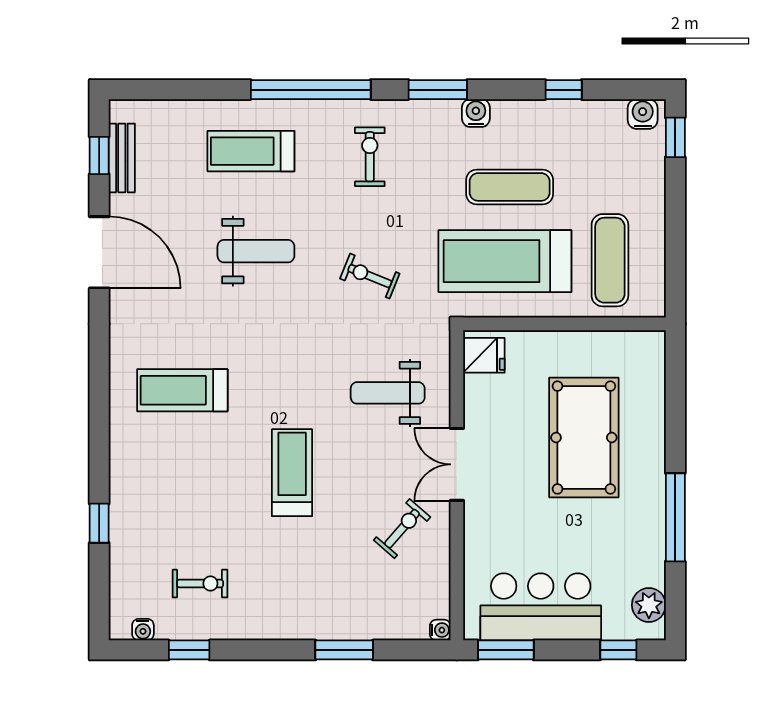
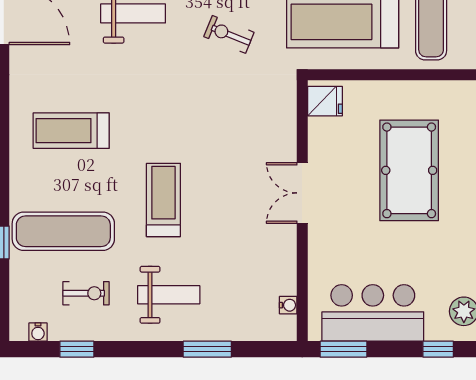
weight bench: (388, 393) -> (169, 295), moved, turned 180
exercise mat: (173, 510) -> (63, 231), added
exercise bike: (402, 529) -> (256, 247), removed
water cooler: (440, 630) -> (288, 305), moved

